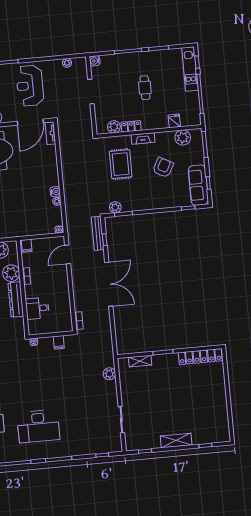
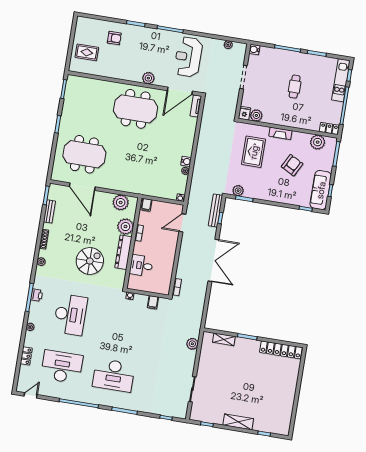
fridge: (174, 121) -> (244, 113), moved
locker: (131, 126) -> (329, 128), moved

